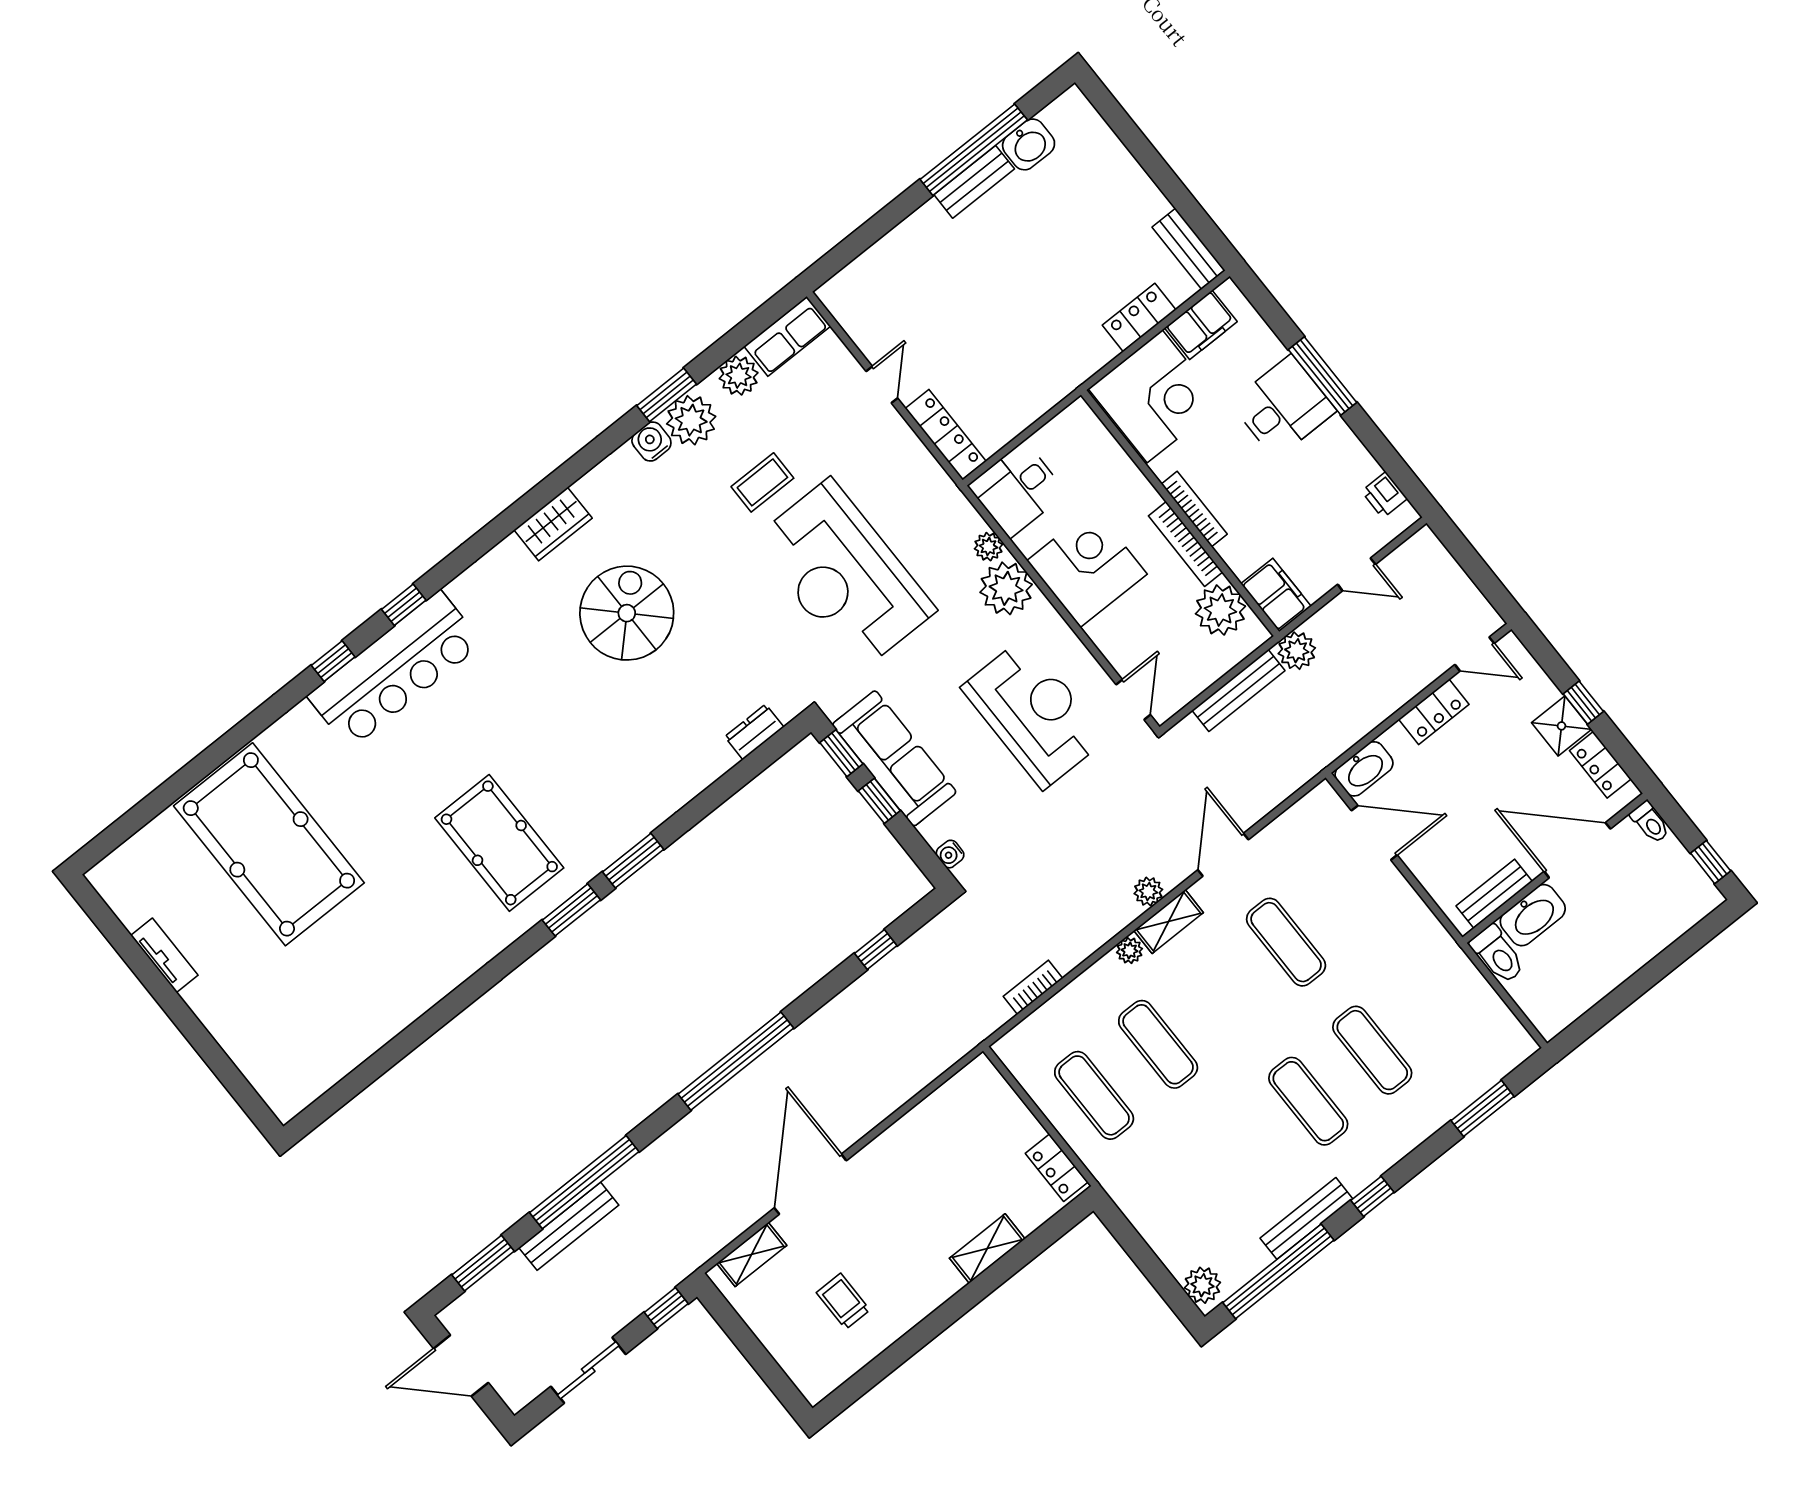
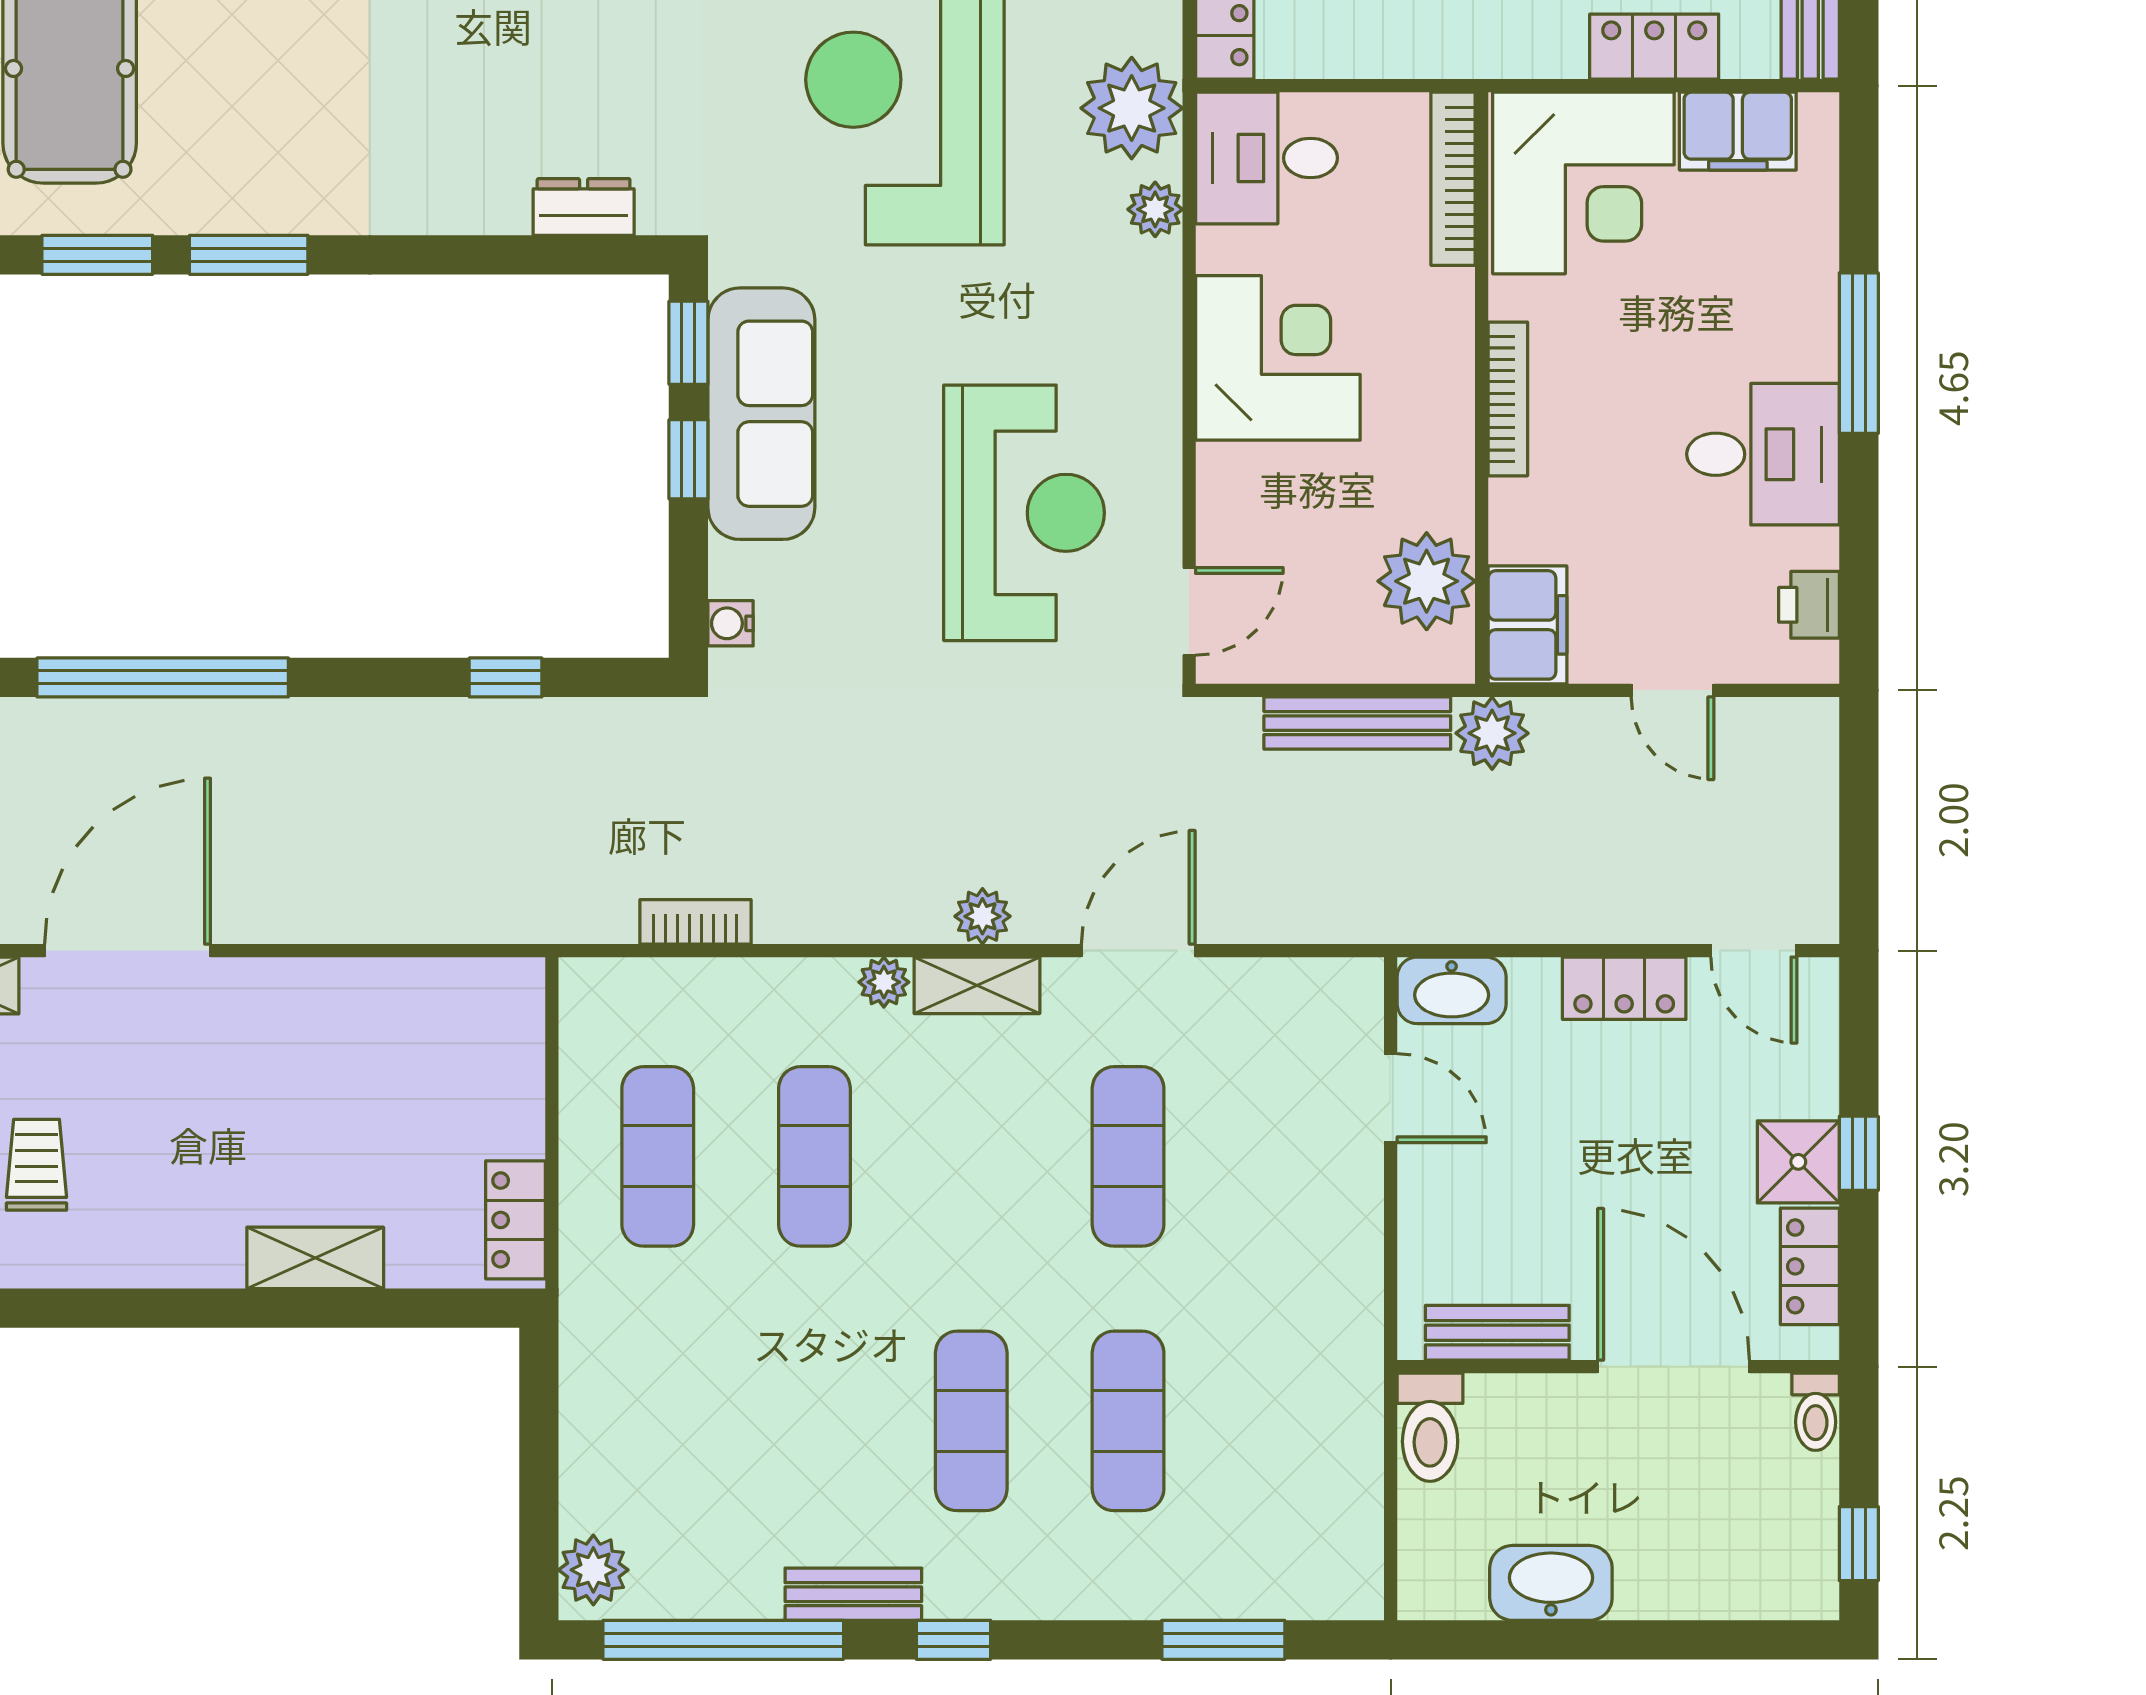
desk: (1283, 407) -> (1763, 454), moved
bookcase: (1185, 544) -> (1453, 179), moved
plant: (1006, 588) -> (1132, 108), moved
door: (1374, 833) -> (1391, 1098), width x0.73
washbasin: (1533, 915) -> (1551, 1583), moved, turned 180
bench: (1306, 1218) -> (853, 1594), width x0.73

